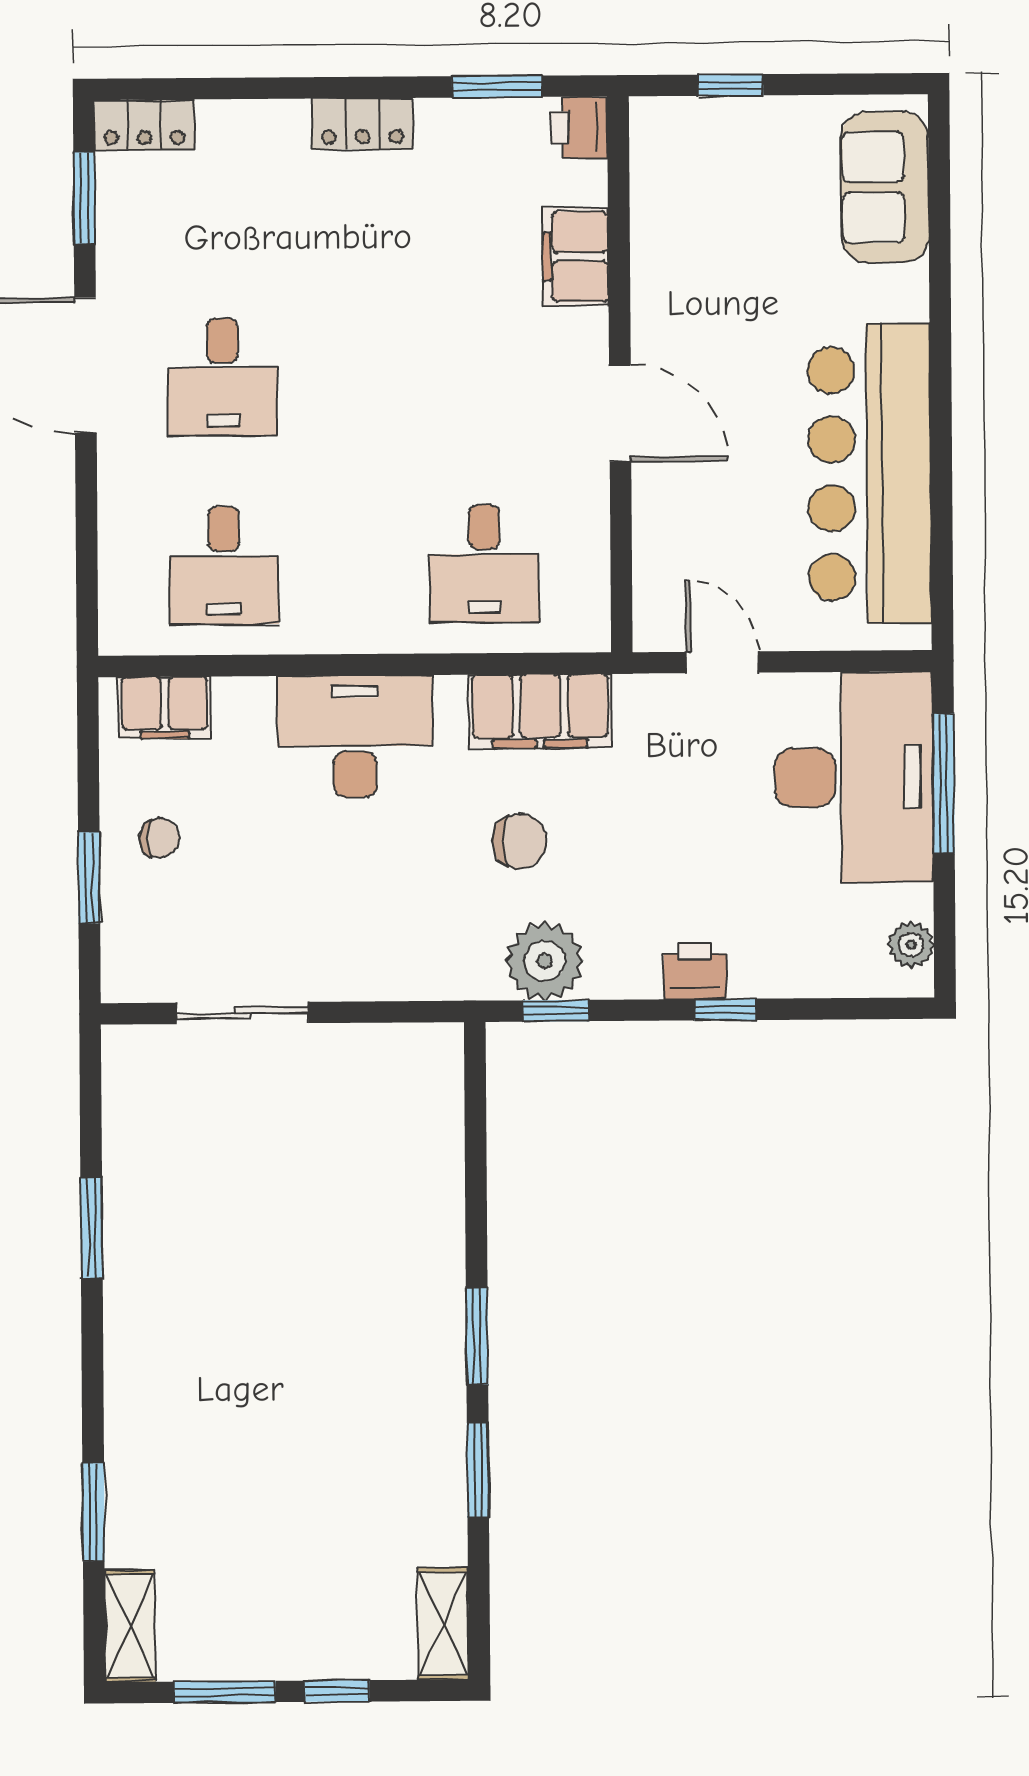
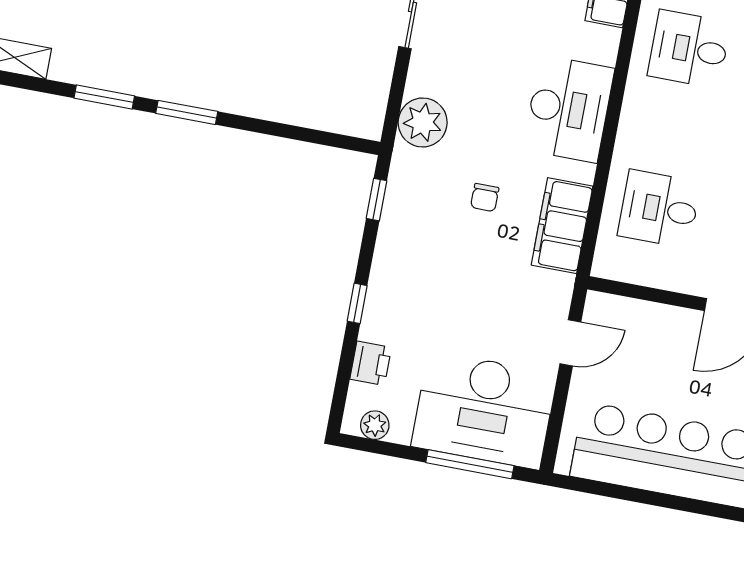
chair: (520, 841) -> (485, 197), width x0.73, depth x0.73
plant: (545, 961) -> (423, 122), moved
printer: (695, 971) -> (371, 363), moved

